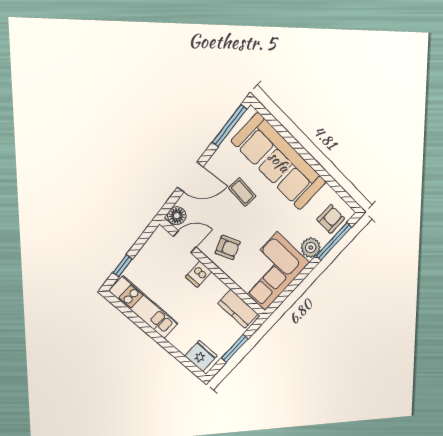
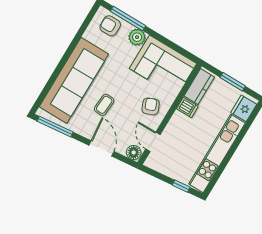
dishwasher: (199, 274) -> (187, 108), moved
kitchen unit: (144, 307) -> (217, 154), width x1.36

